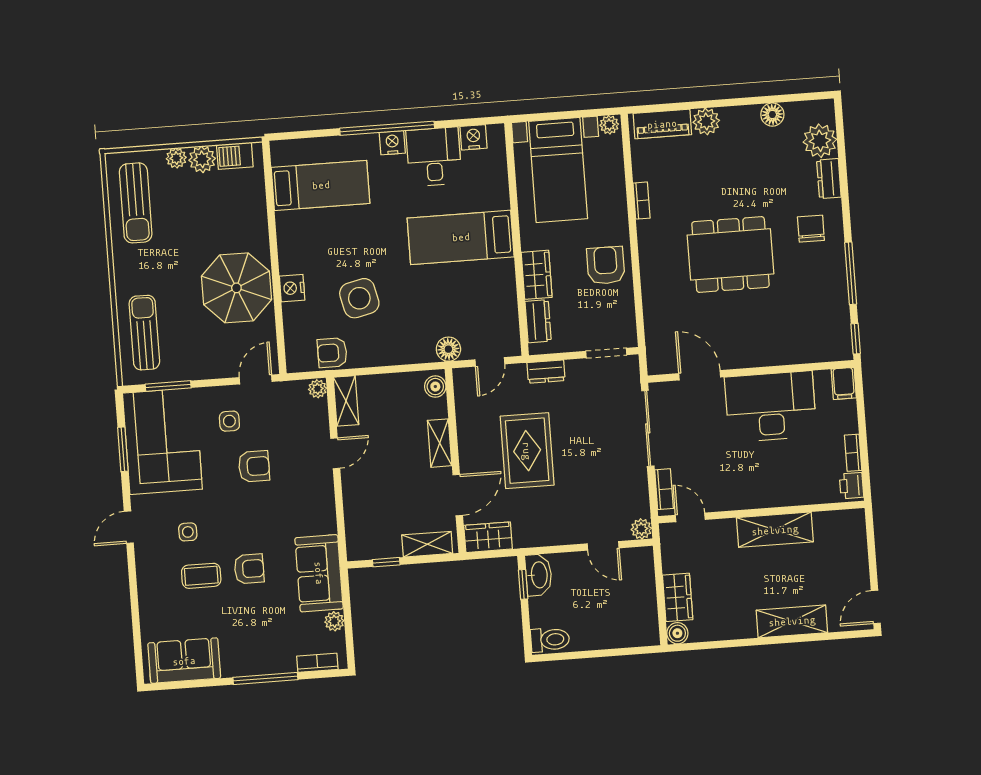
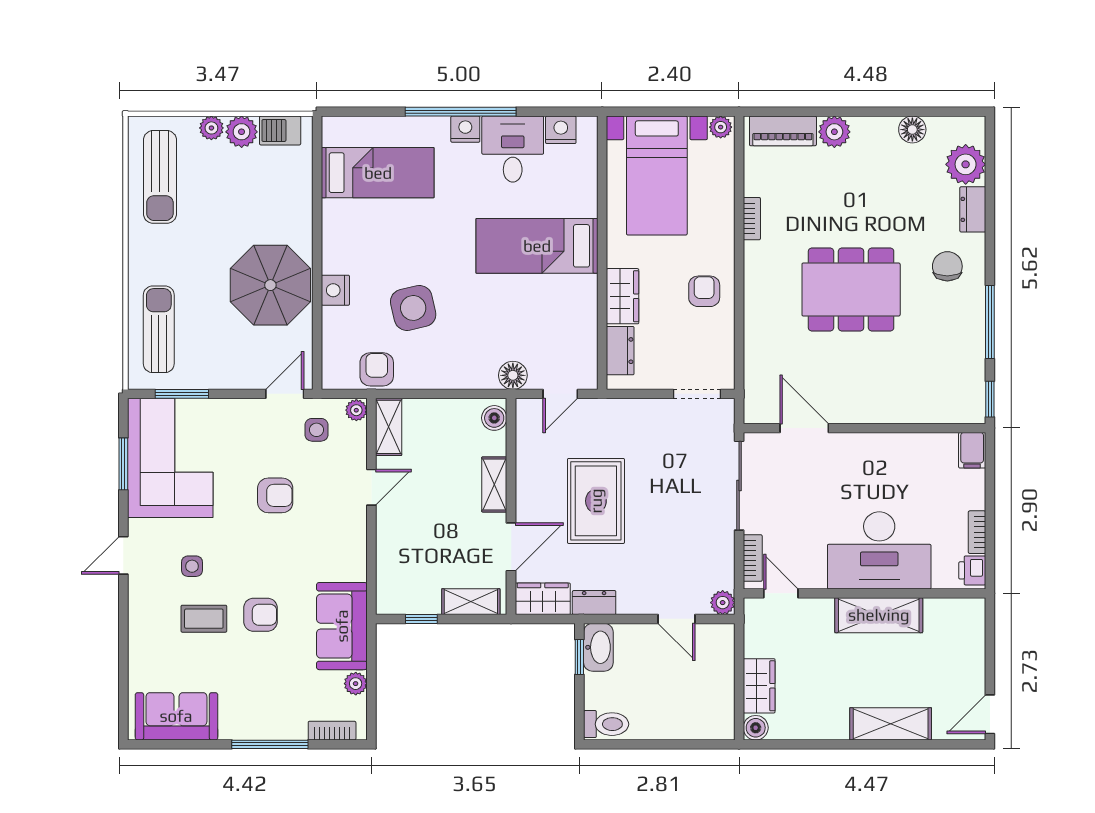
armchair: (606, 265) -> (704, 291), width x0.72, depth x0.72
armchair: (332, 353) -> (377, 369), turned 90
dresser: (546, 372) -> (594, 603), moved, turned 180
desk: (771, 407) -> (879, 550), moved, turned 180
side table: (229, 421) -> (317, 430), moved

